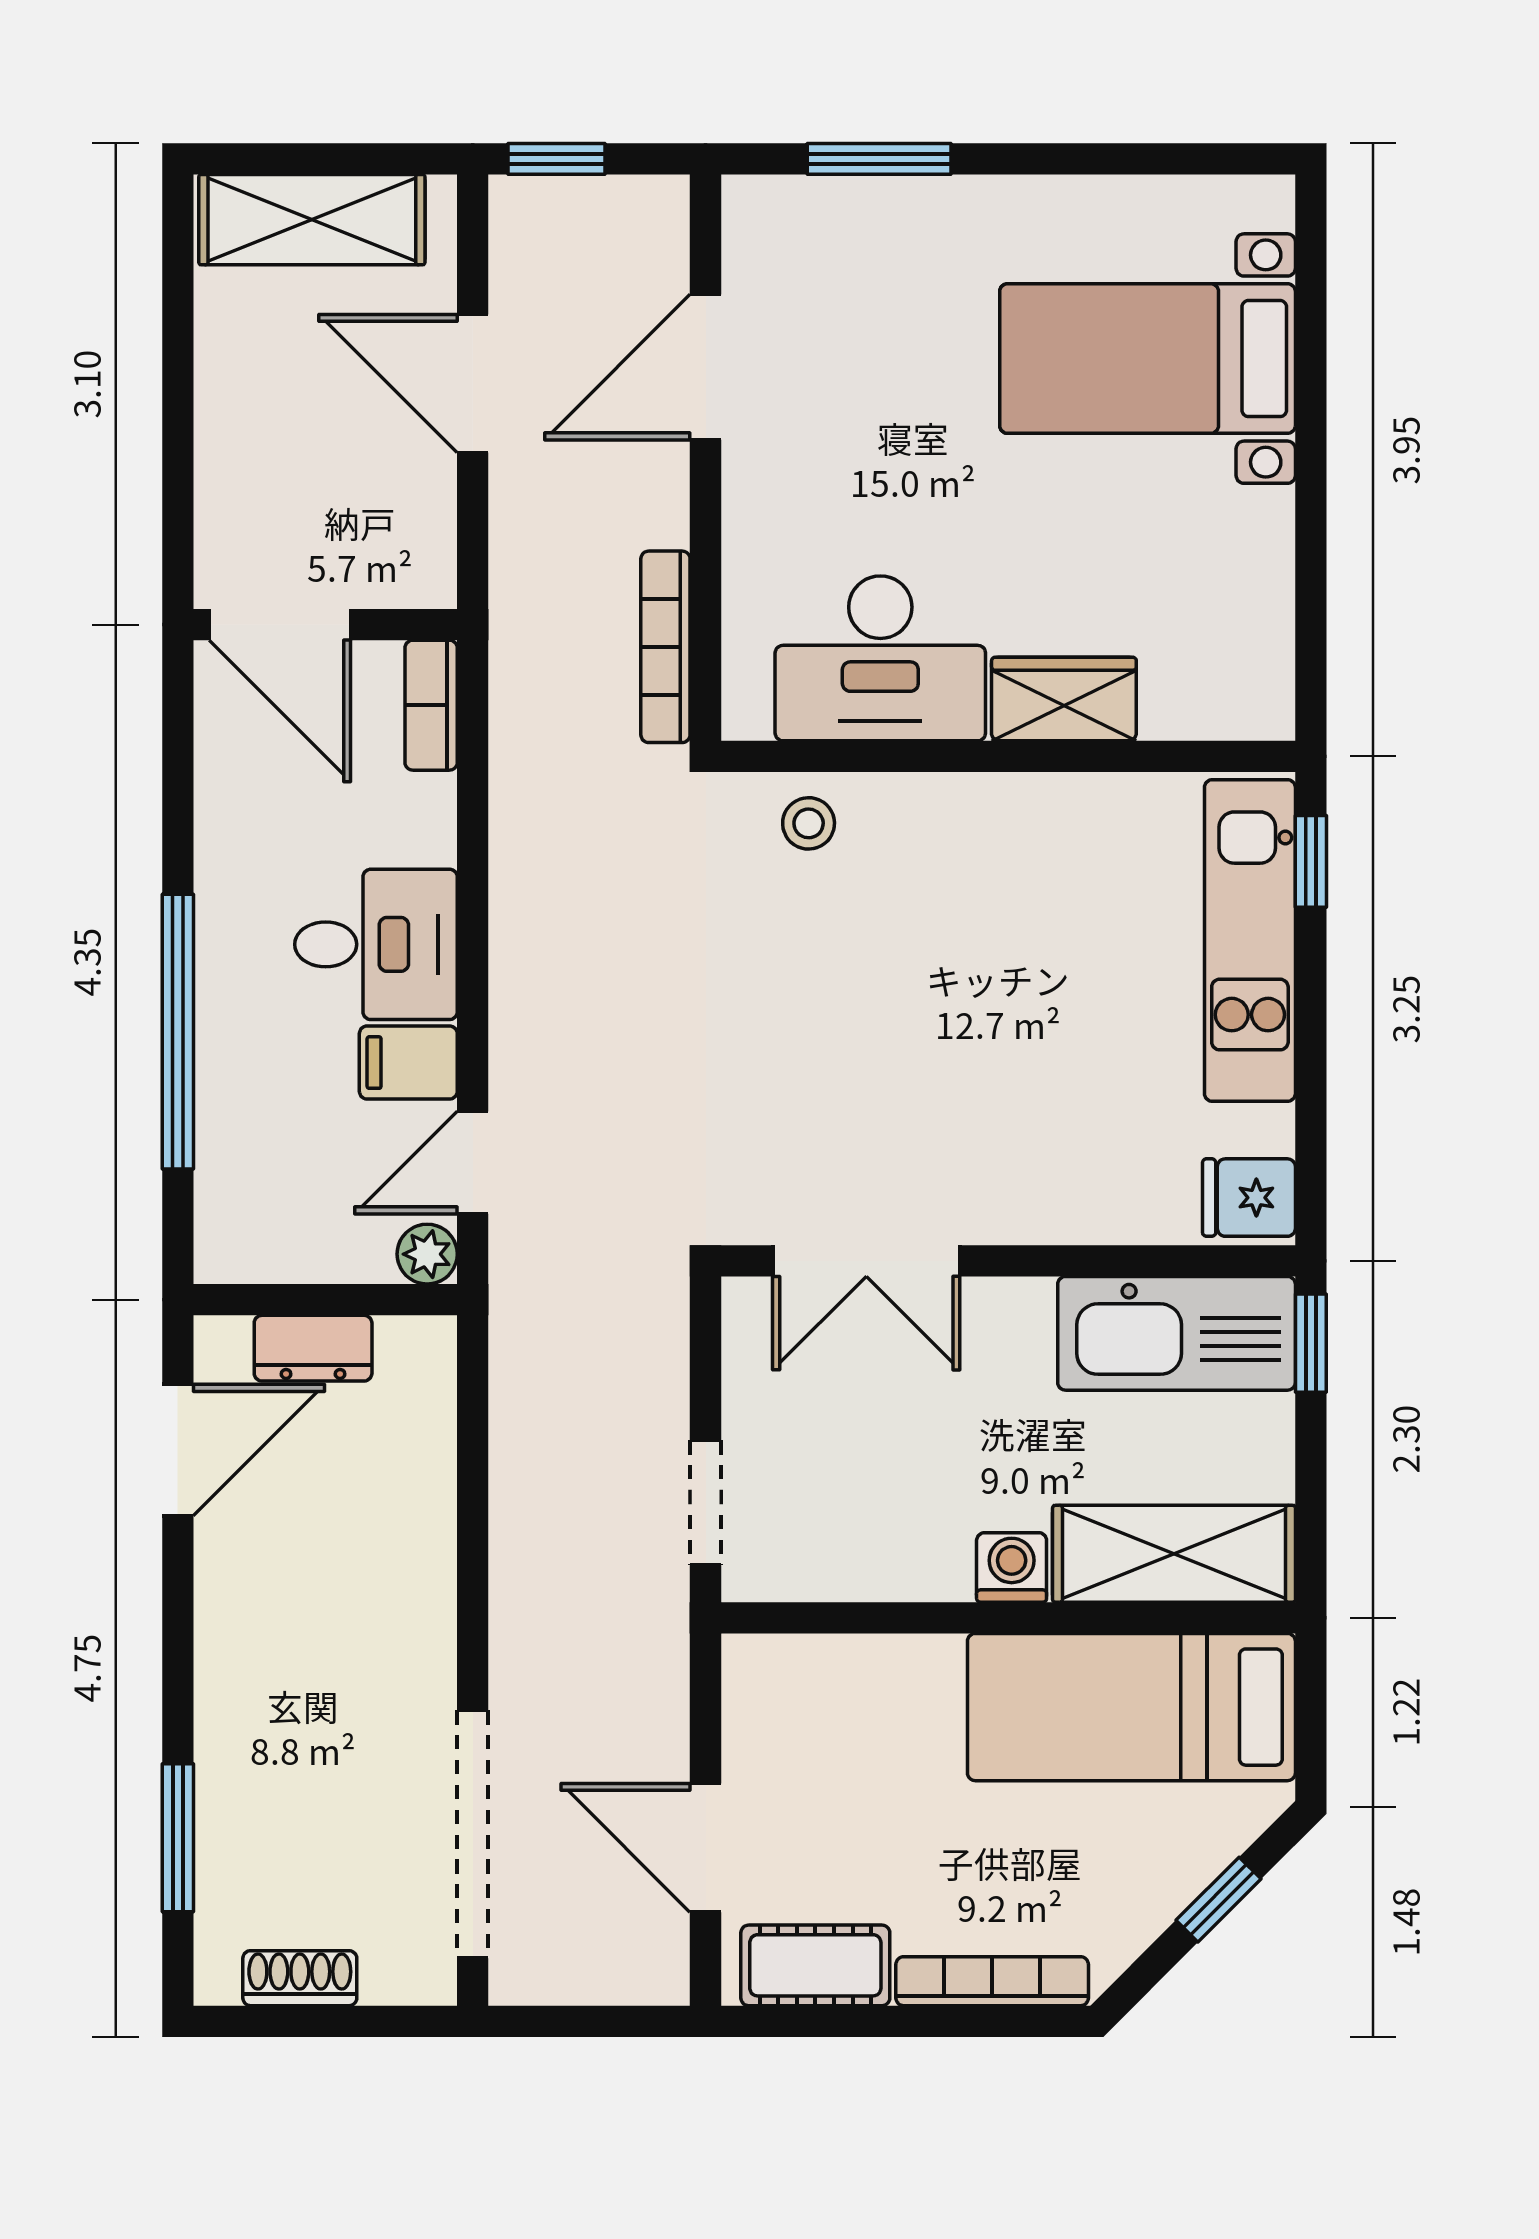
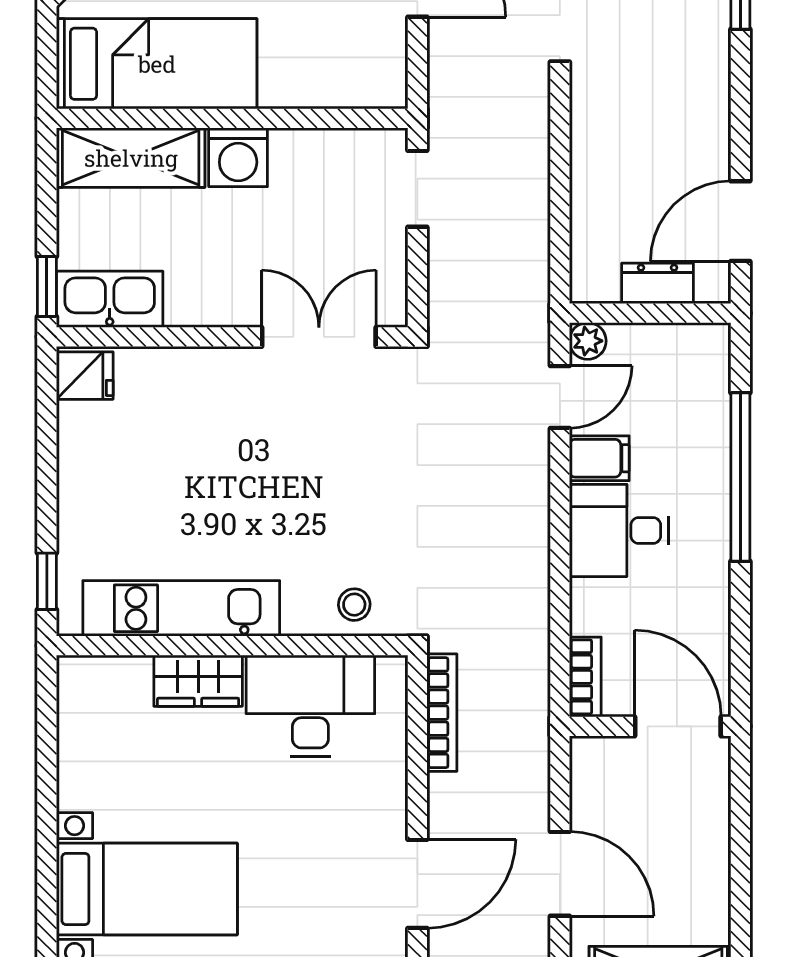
kitchen unit: (1250, 941) -> (181, 608), moved, turned -90
kitchen sink: (1177, 1333) -> (110, 299), width x0.73, depth x0.81
washing machine: (1012, 1567) -> (238, 157), width x1.38, depth x1.38

